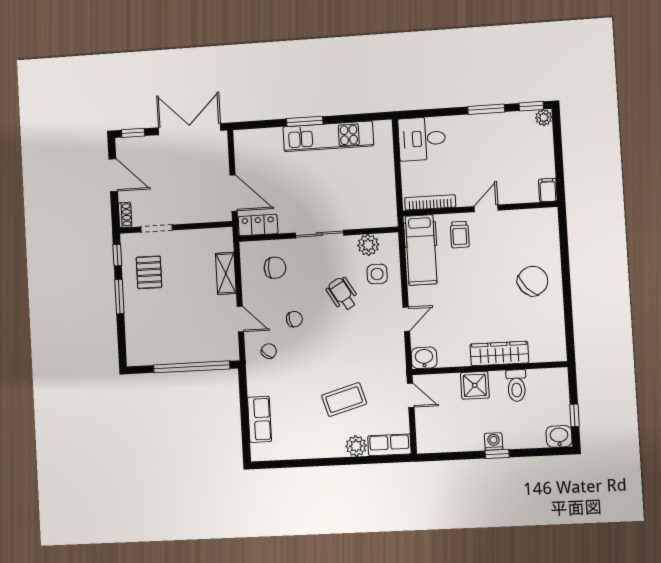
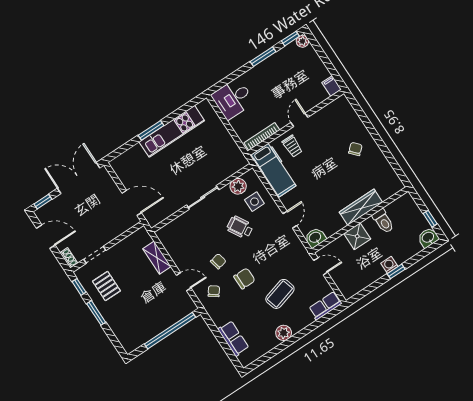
locker: (258, 225) -> (160, 214), removed
chair: (275, 268) -> (244, 278), moved
chair: (533, 281) -> (355, 149), width x0.54, depth x0.54
plant: (356, 446) -> (284, 333), moved

